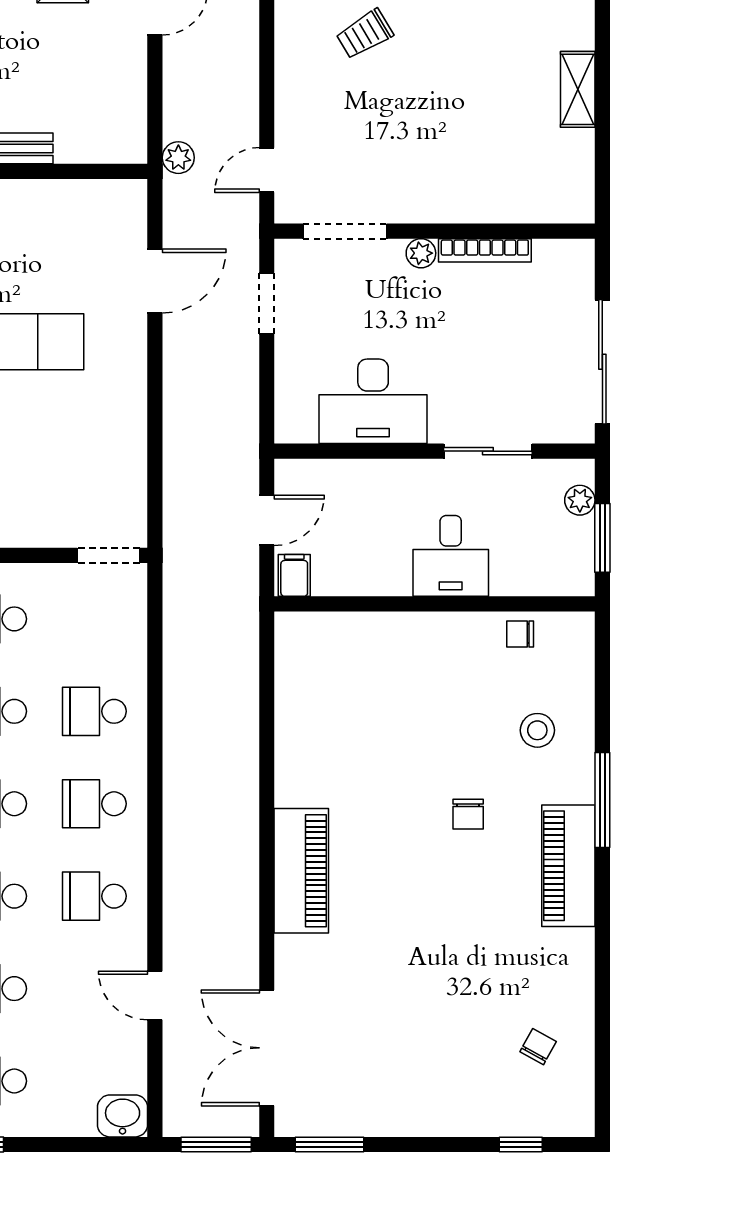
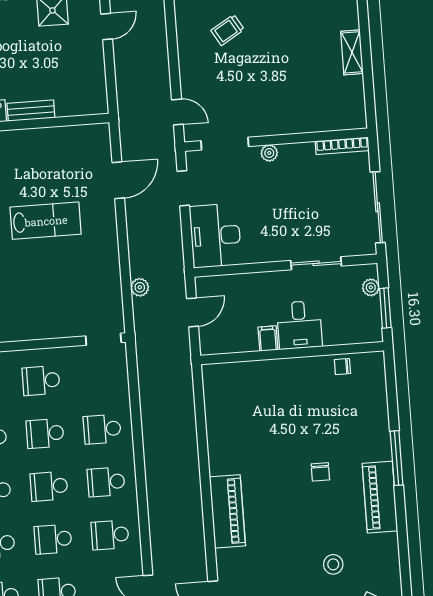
plant: (178, 158) -> (140, 287), moved
door: (267, 170) -> (177, 112), swing flipped
bookcase: (485, 250) -> (342, 146), moved
desk: (373, 401) -> (215, 236), moved, turned 90
filing cabinet: (294, 575) -> (268, 338), moved
stool: (537, 730) -> (333, 564), moved

